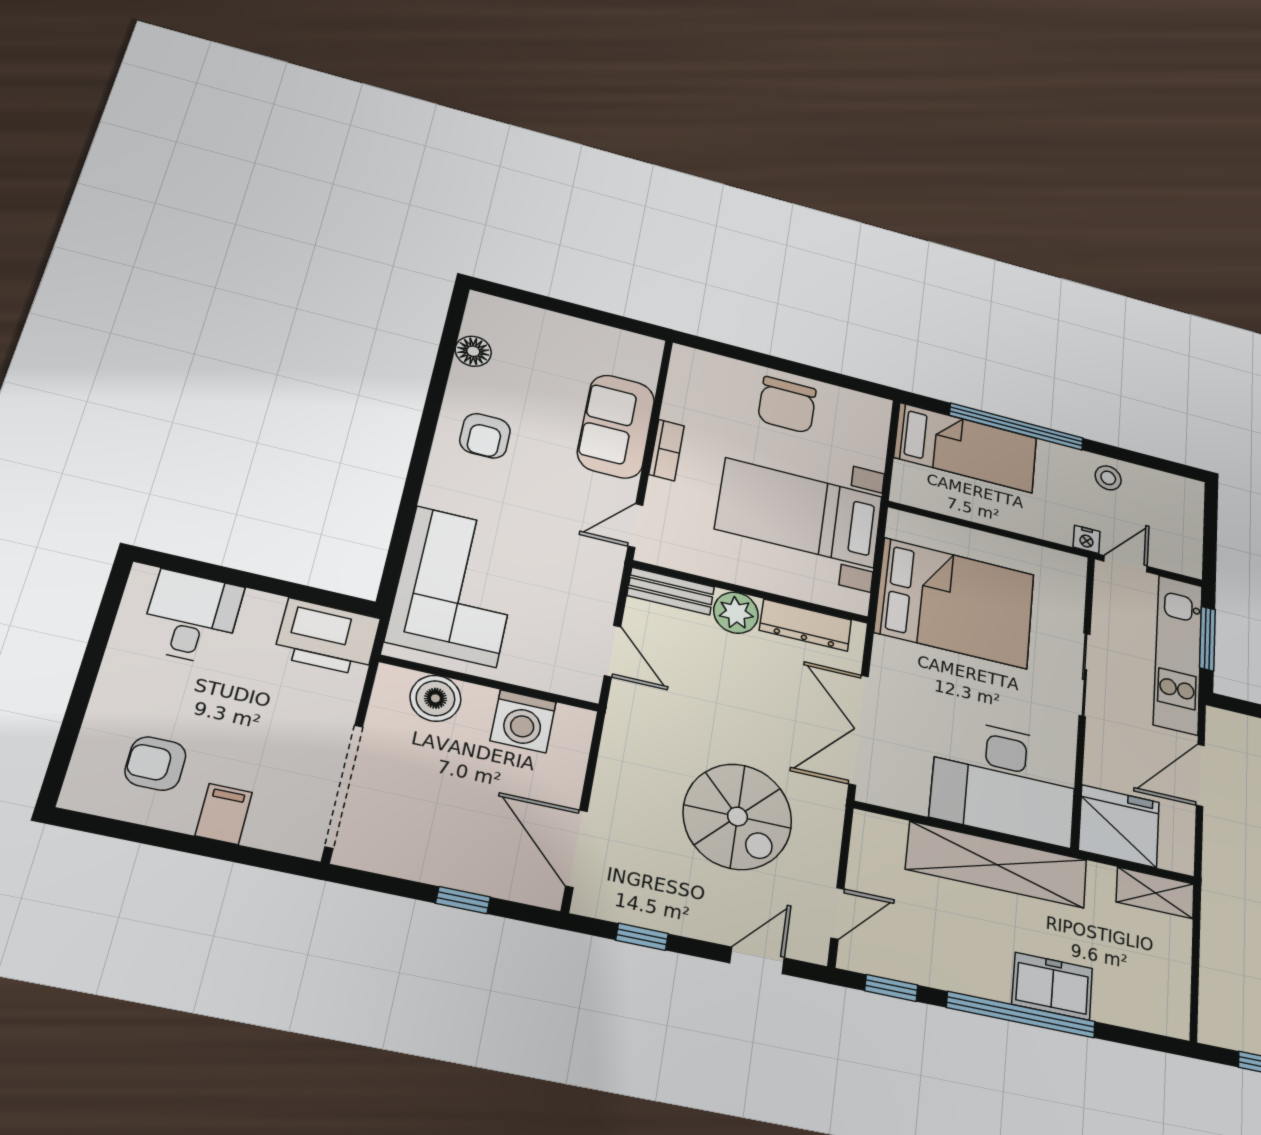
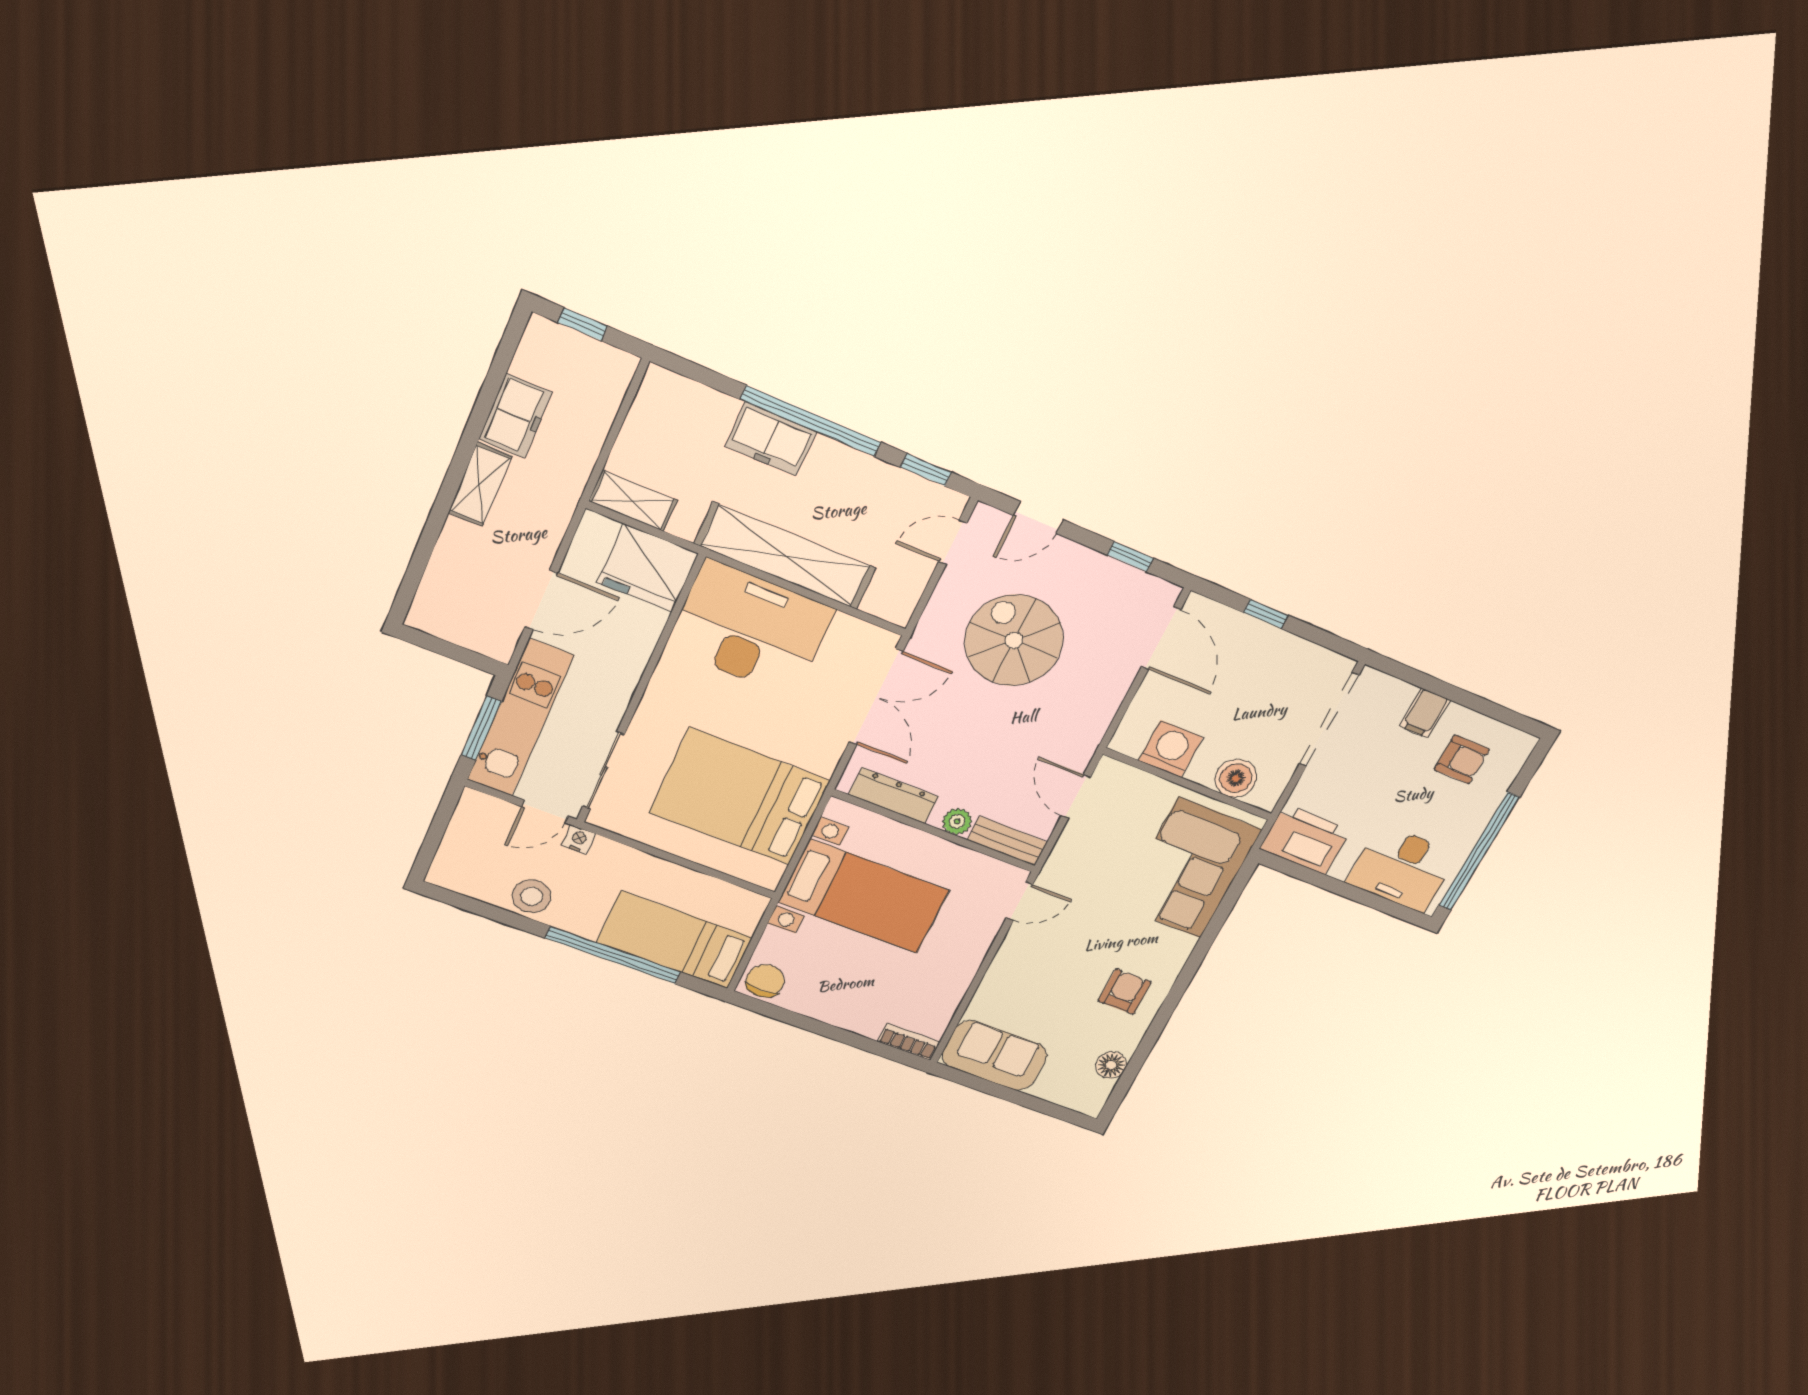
chair: (787, 405) -> (765, 981), moved, width x0.73, depth x0.73
sofa: (616, 426) -> (994, 1055), moved, turned -90
bookcase: (667, 450) -> (909, 1042), moved, turned 90
stool: (1108, 478) -> (532, 896), width x1.37, depth x1.37
plant: (736, 613) -> (957, 821), width x0.73, depth x0.73
desk: (192, 617) -> (1402, 868), width x1.37
window: (95, 651) -> (1479, 852), added
sliding door: (1085, 674) -> (603, 771), moved

